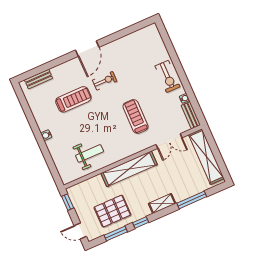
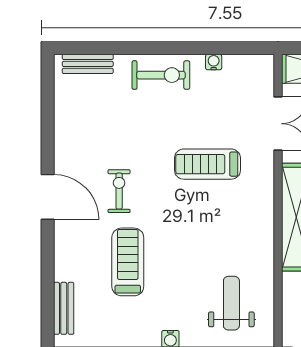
bench: (191, 115) -> (88, 64), moved
weight bench: (90, 153) -> (231, 303), moved

